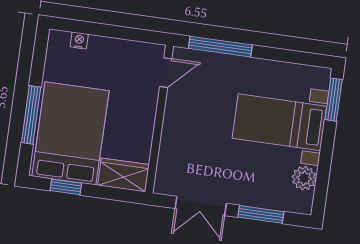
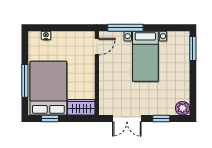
bed with nightstands: (279, 122) -> (145, 56), moved, turned -90
plant: (304, 178) -> (183, 108), moved
window: (261, 214) -> (161, 118), width x0.67

